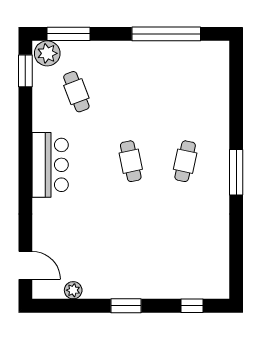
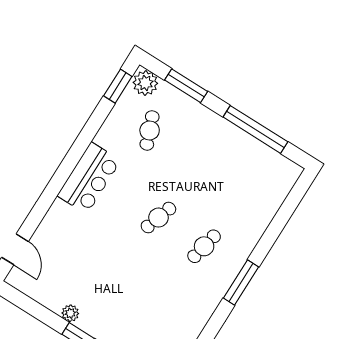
window: (68, 34) -> (186, 86), moved
cafe table: (131, 161) -> (158, 218), turned 30
plant: (73, 290) -> (70, 313), moved

